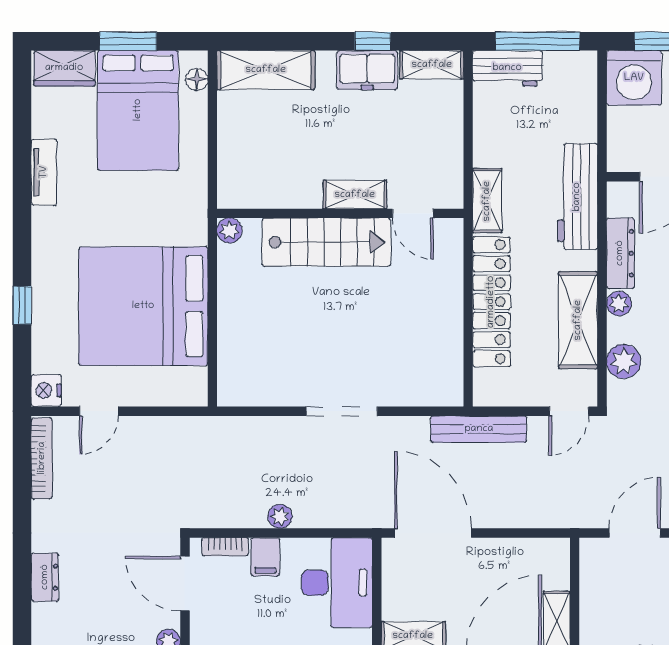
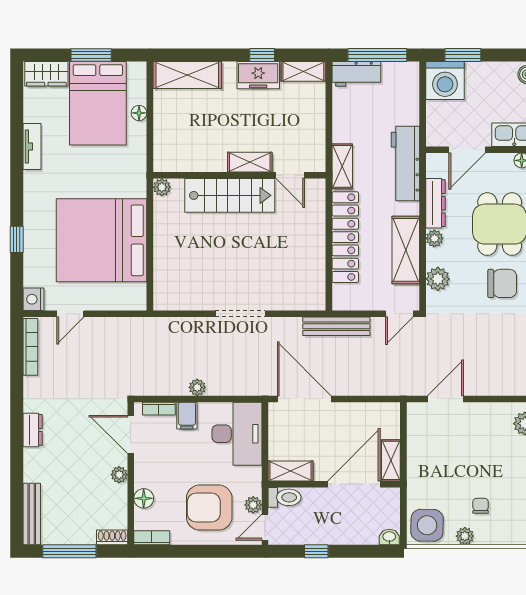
floor lamp: (197, 79) -> (139, 113), moved

